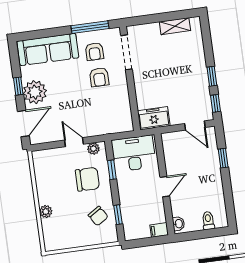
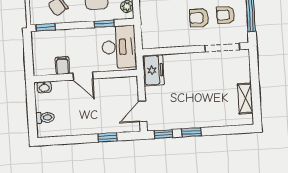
window: (118, 215) -> (46, 27), moved
filing cabinet: (159, 230) -> (62, 66), moved

